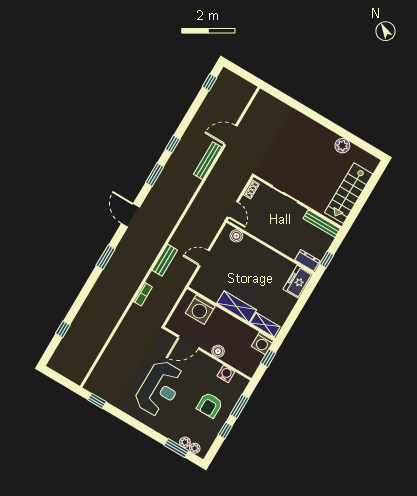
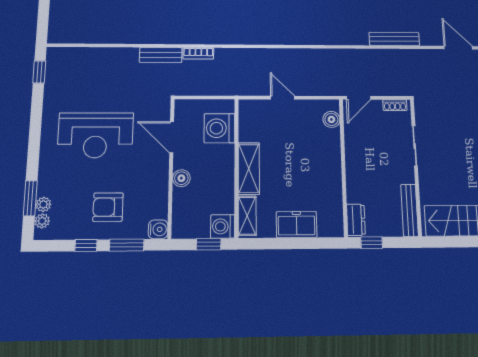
door: (230, 135) -> (458, 48), moved
bench: (165, 260) -> (161, 55), moved
freezer: (298, 282) -> (297, 224), moved
water cooler: (226, 374) -> (158, 229), moved

